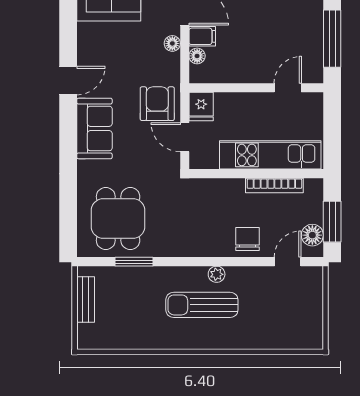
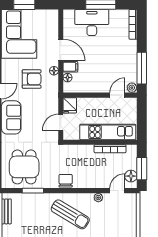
plant: (314, 74) -> (132, 88), added
armchair: (157, 104) -> (32, 79), moved, turned 90
door: (185, 137) -> (61, 122), hinge flipped
chair: (247, 239) -> (66, 181), moved
plant: (217, 274) -> (98, 198), moved
sun lounger: (202, 305) -> (70, 214), turned -149

